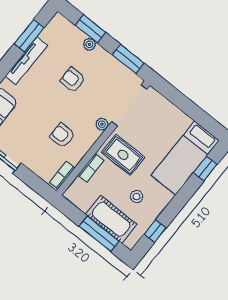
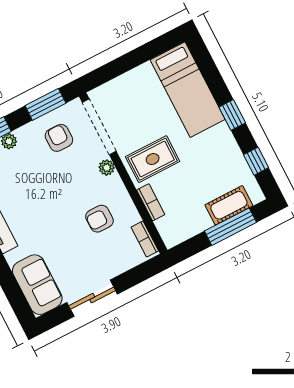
armchair: (73, 80) -> (59, 138), moved, turned 90
window: (205, 169) -> (232, 115), moved
stool: (137, 196) -> (207, 165), removed
cot: (111, 219) -> (229, 205), width x0.73, depth x0.75

